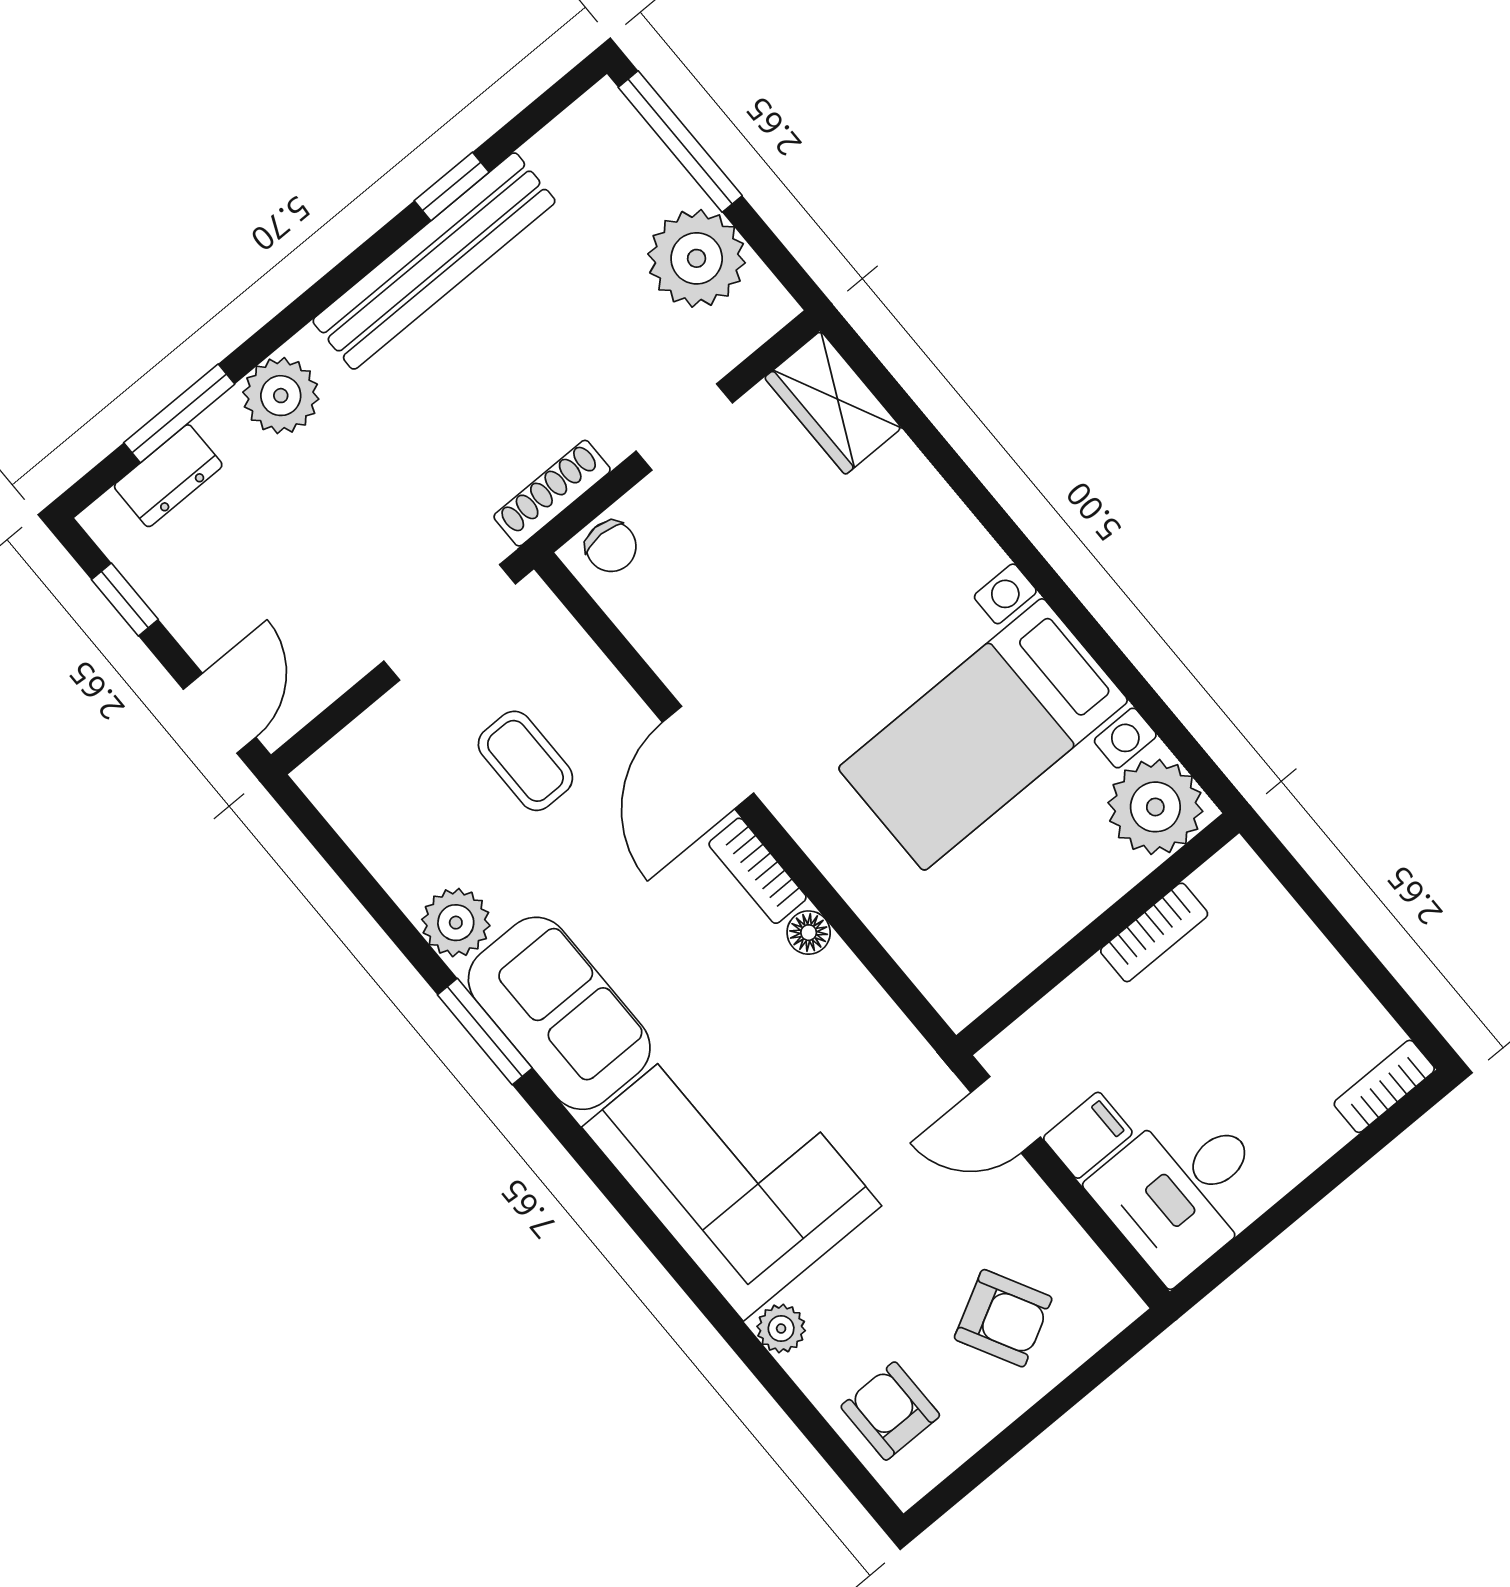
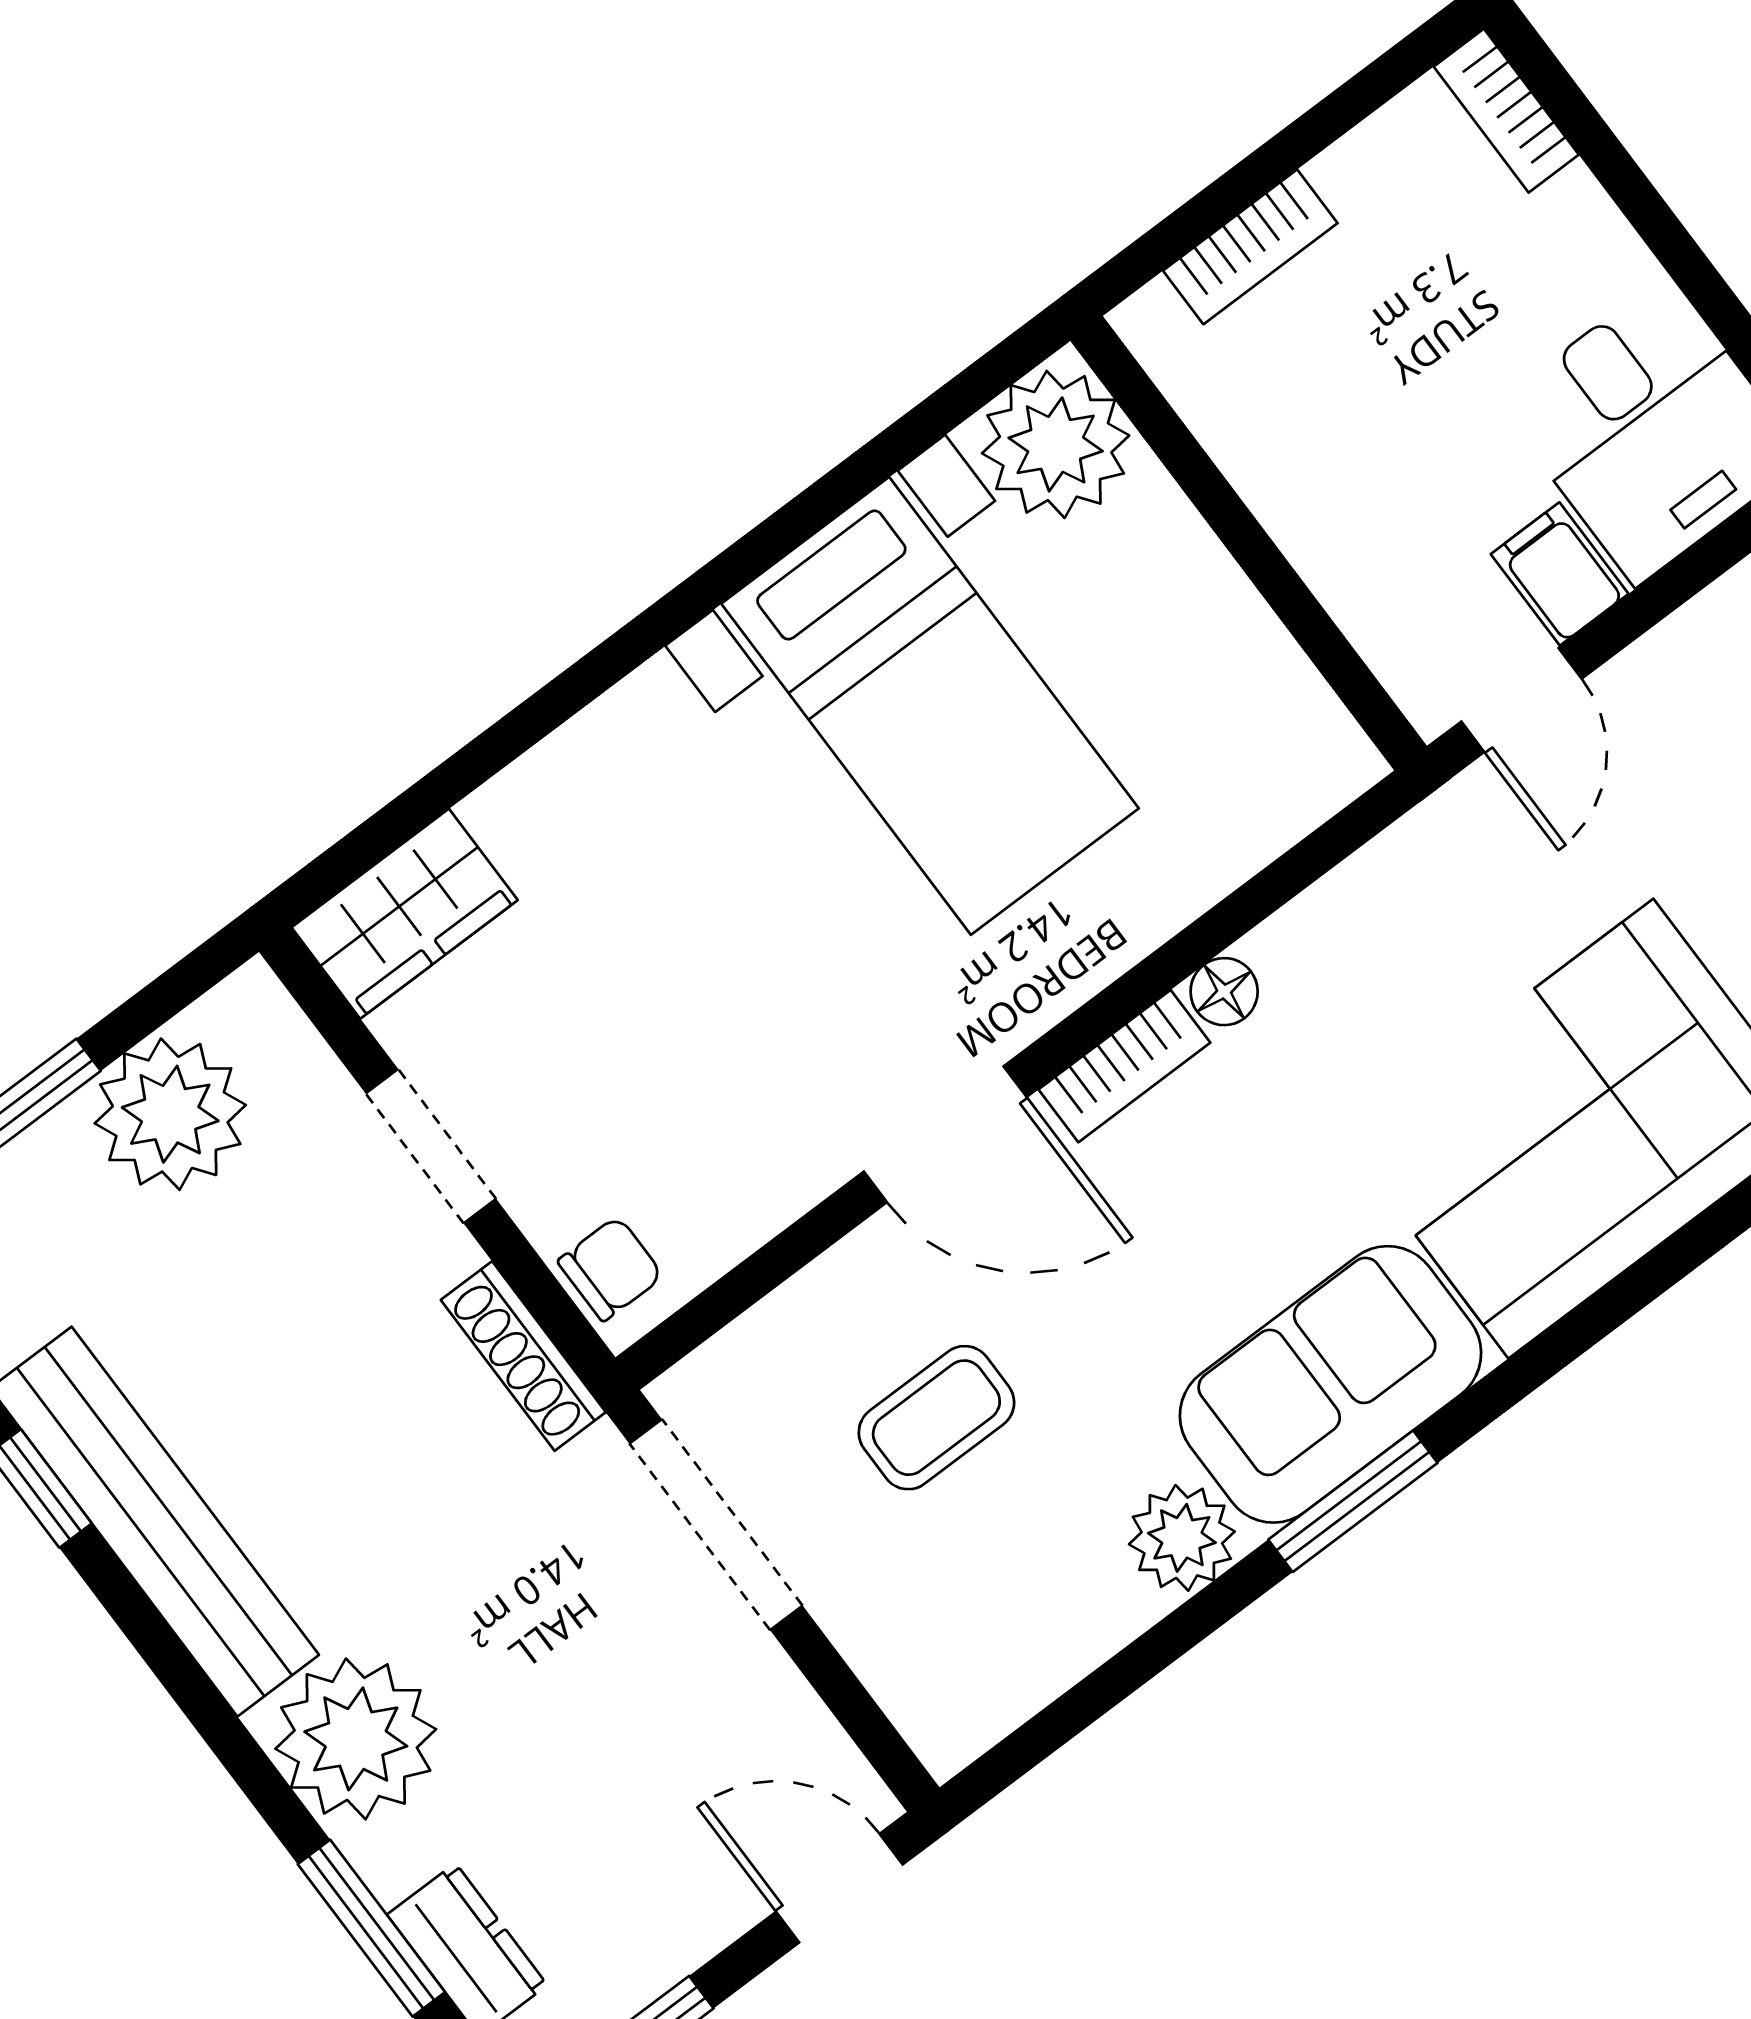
plant: (281, 396) -> (356, 1739), width x1.36, depth x1.36
bookcase: (1154, 932) -> (1250, 247), moved, turned 90

